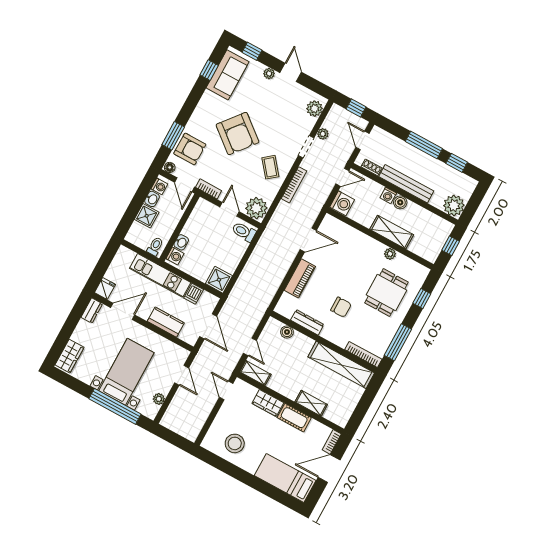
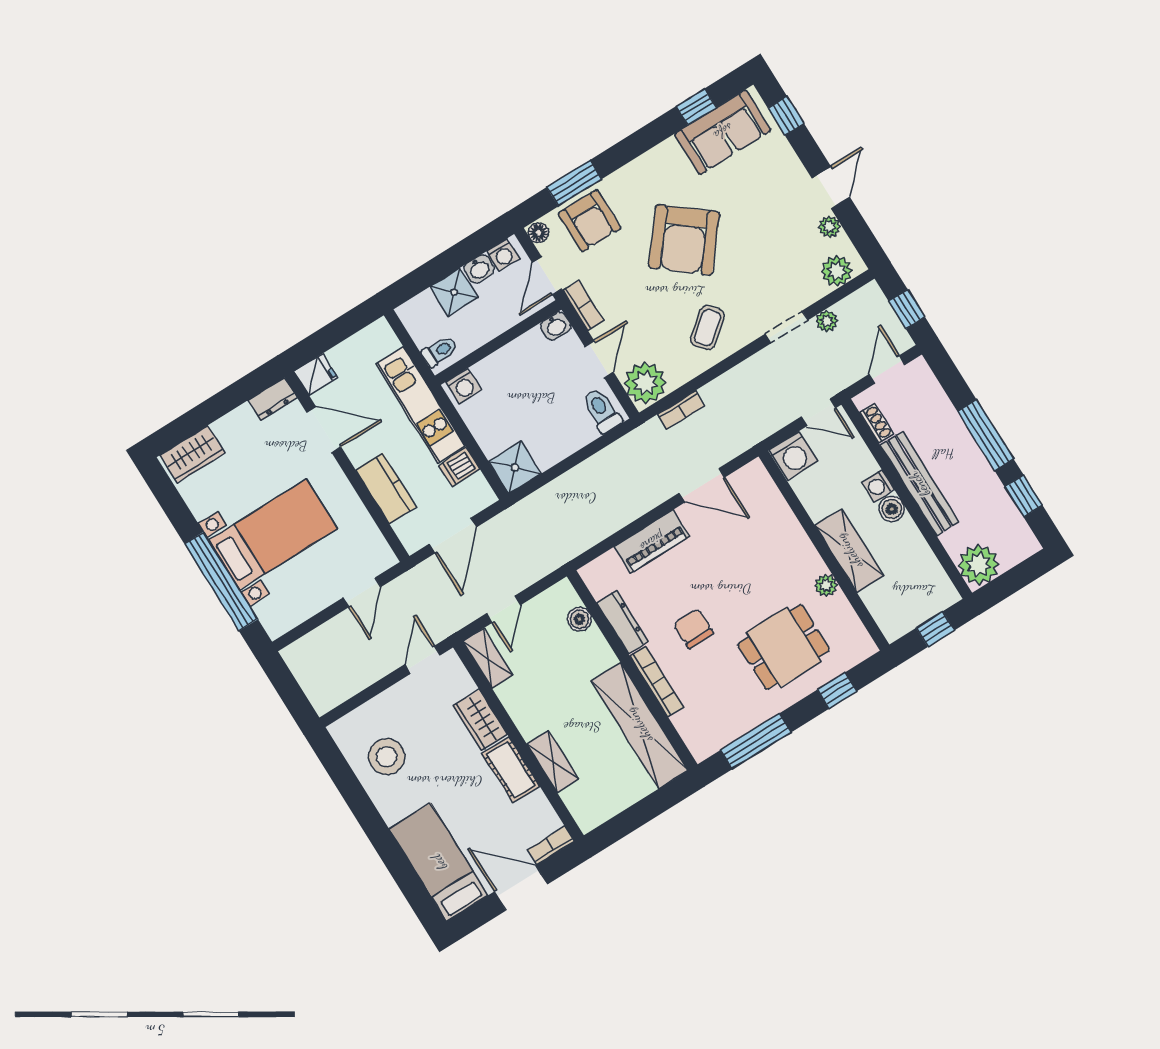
plant: (269, 74) -> (829, 227), moved
bookcase: (294, 185) -> (681, 410), moved, width x0.64
washbasin: (181, 242) -> (556, 326), moved
chair: (341, 307) -> (694, 629), turned 180
bookcase: (363, 354) -> (657, 682), moved
plant: (159, 399) -> (302, 610), removed

